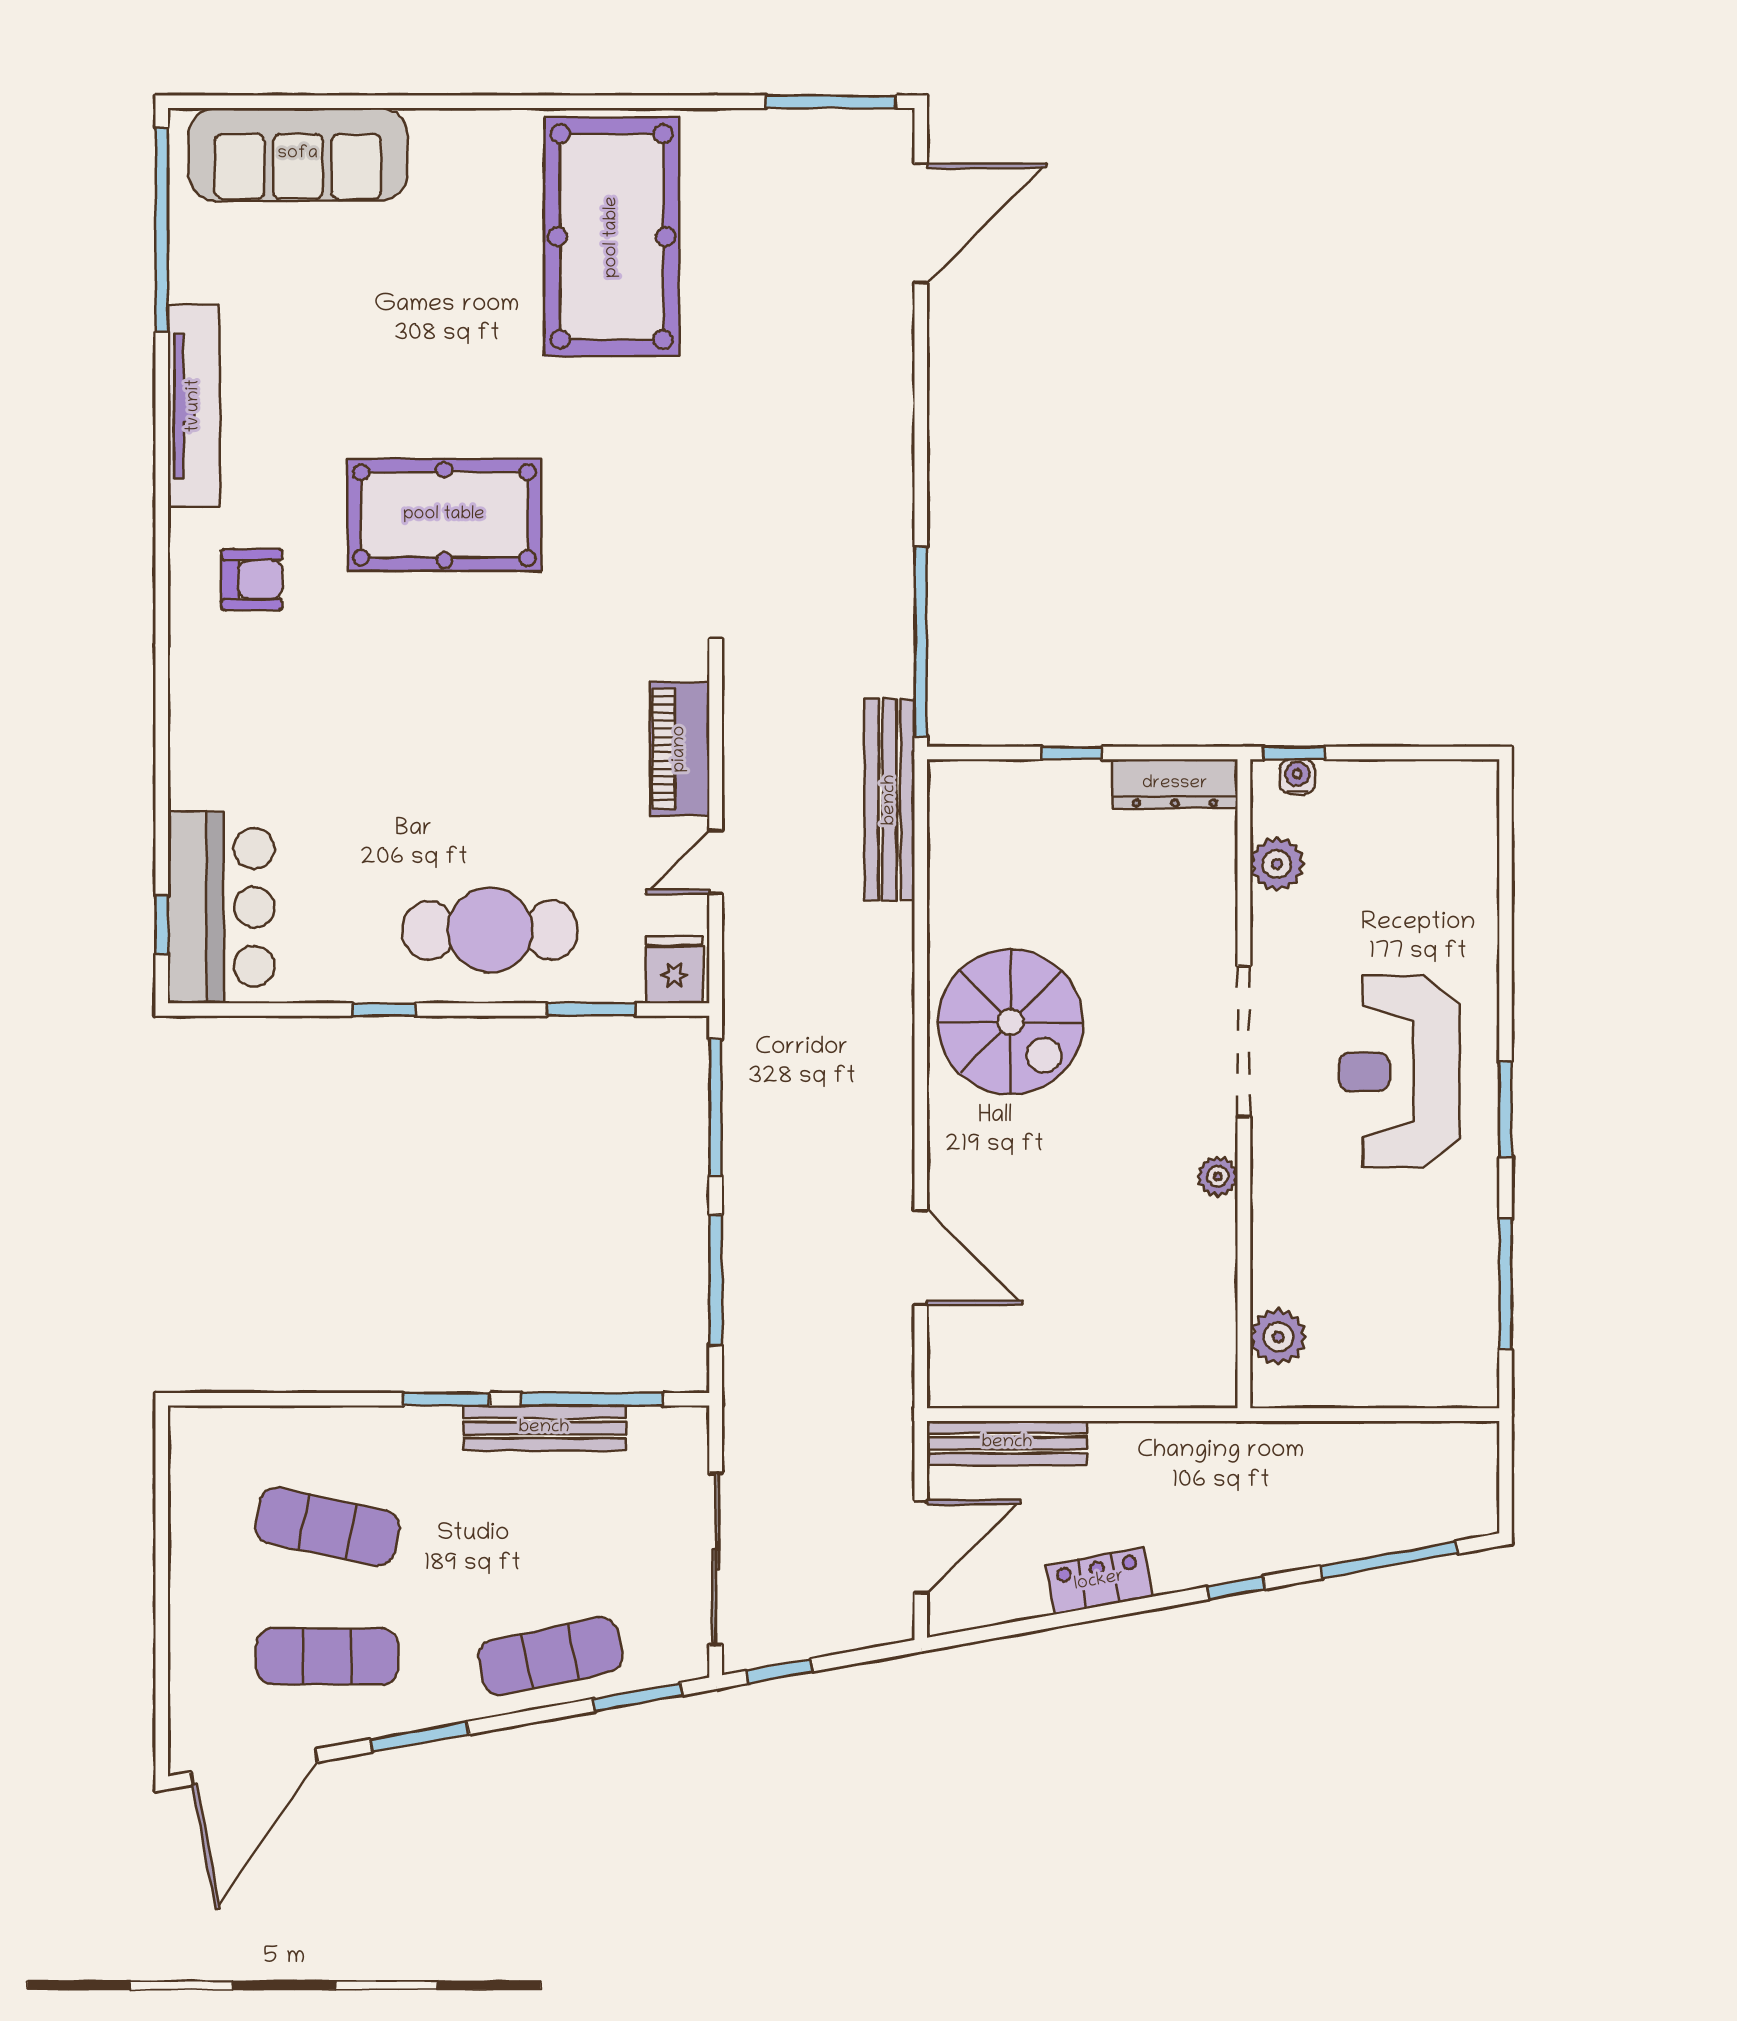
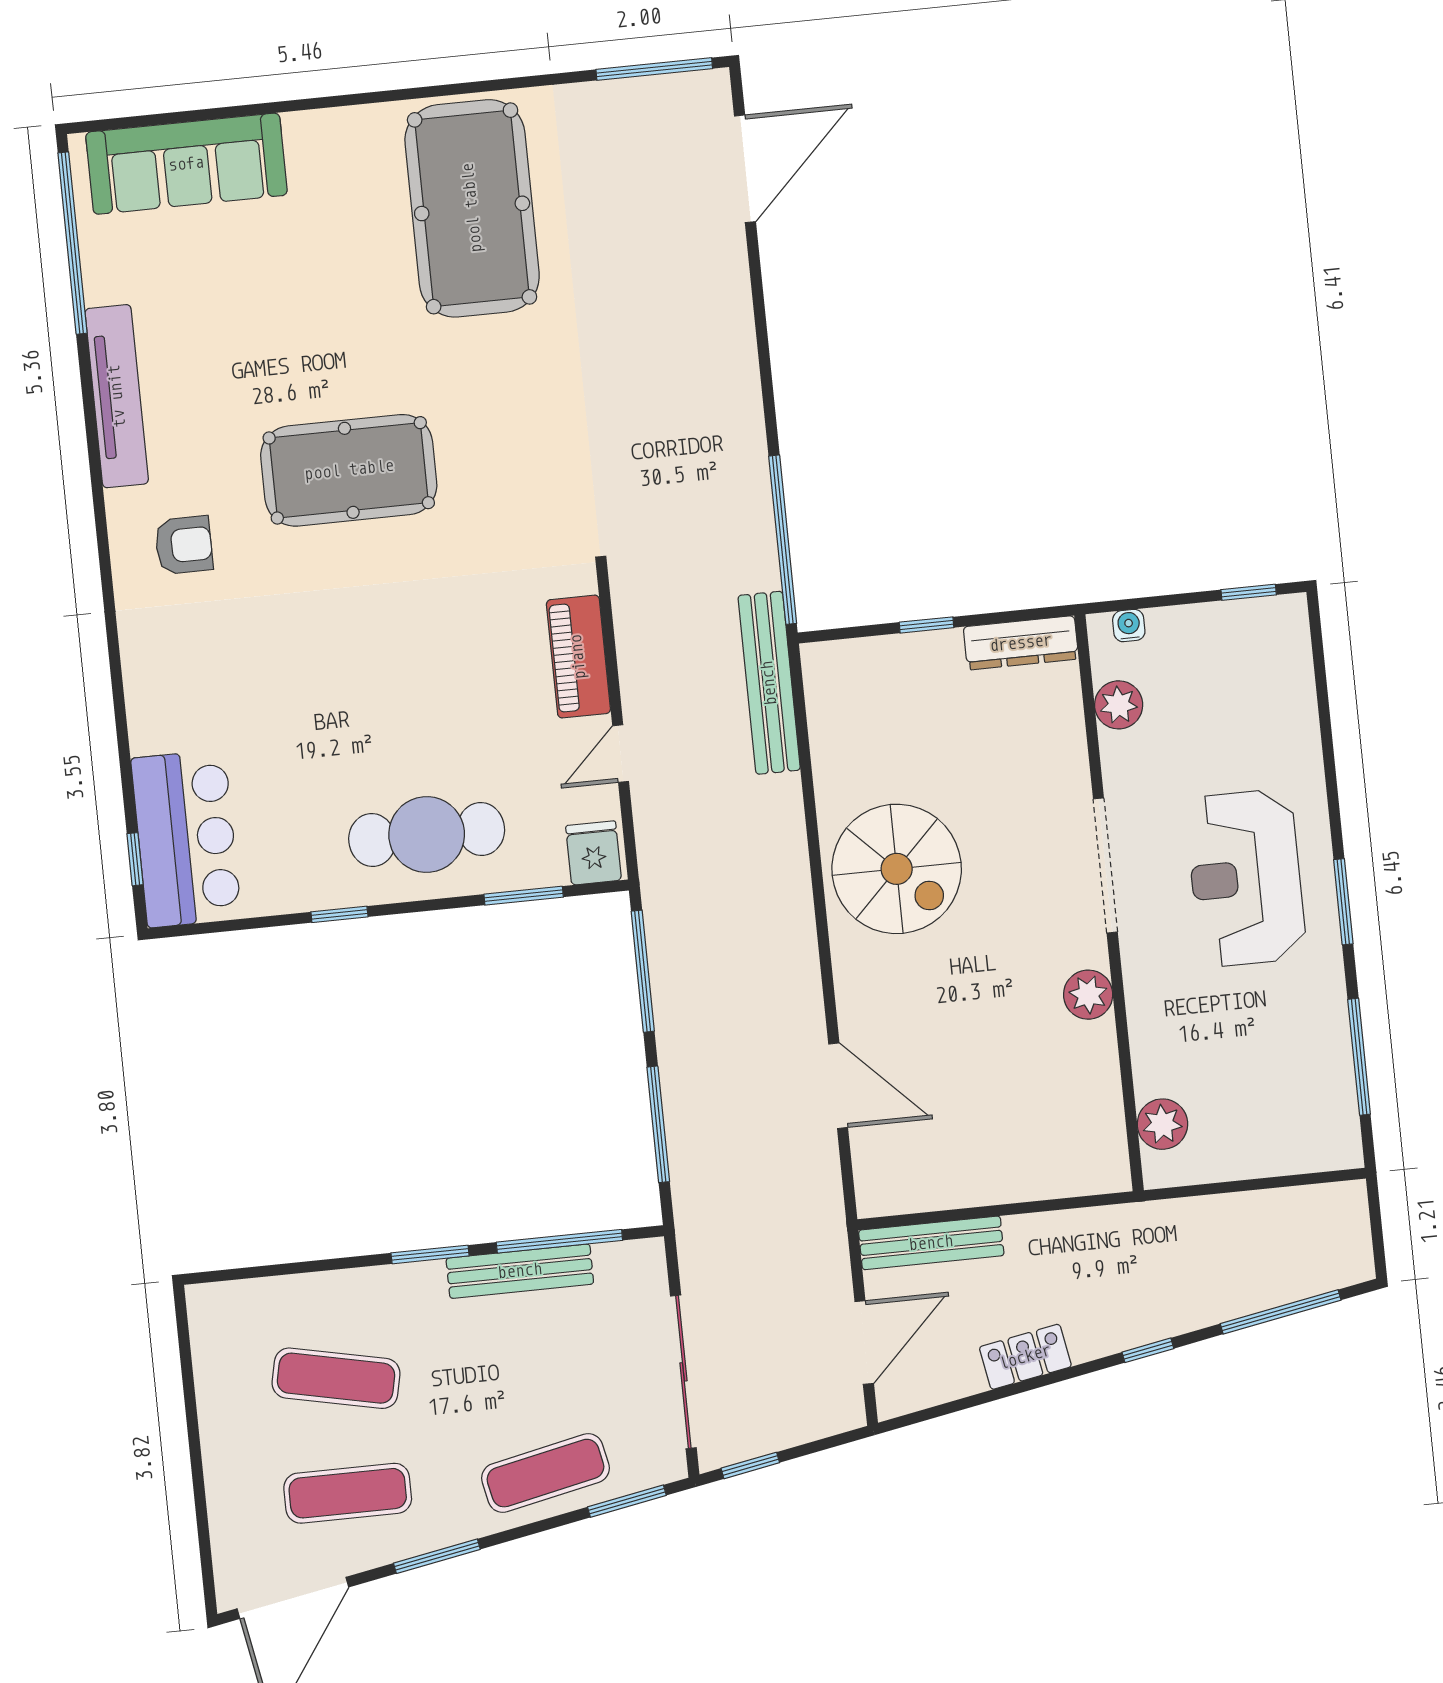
window: (1294, 753) -> (1249, 592), moved
plant: (1218, 1176) -> (1088, 995), width x1.38, depth x1.38

